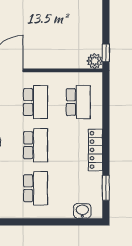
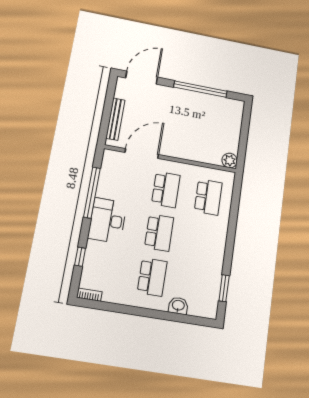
window: (106, 53) -> (241, 155), removed
locker: (95, 150) -> (219, 248), removed
washbasin: (82, 211) -> (178, 306), moved

